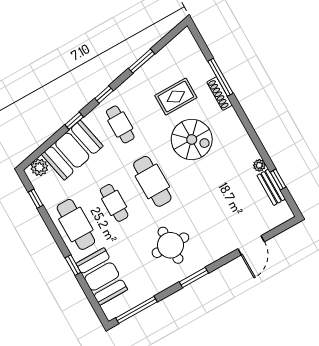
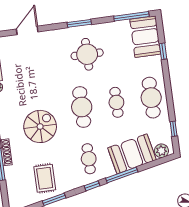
rug: (176, 97) -> (45, 178), moved, turned 90
window: (74, 121) -> (122, 175), width x2.17
spiral stairs: (192, 139) -> (40, 126), turned 90
window: (73, 265) -> (163, 51), moved
booth: (102, 277) -> (145, 37), moved

